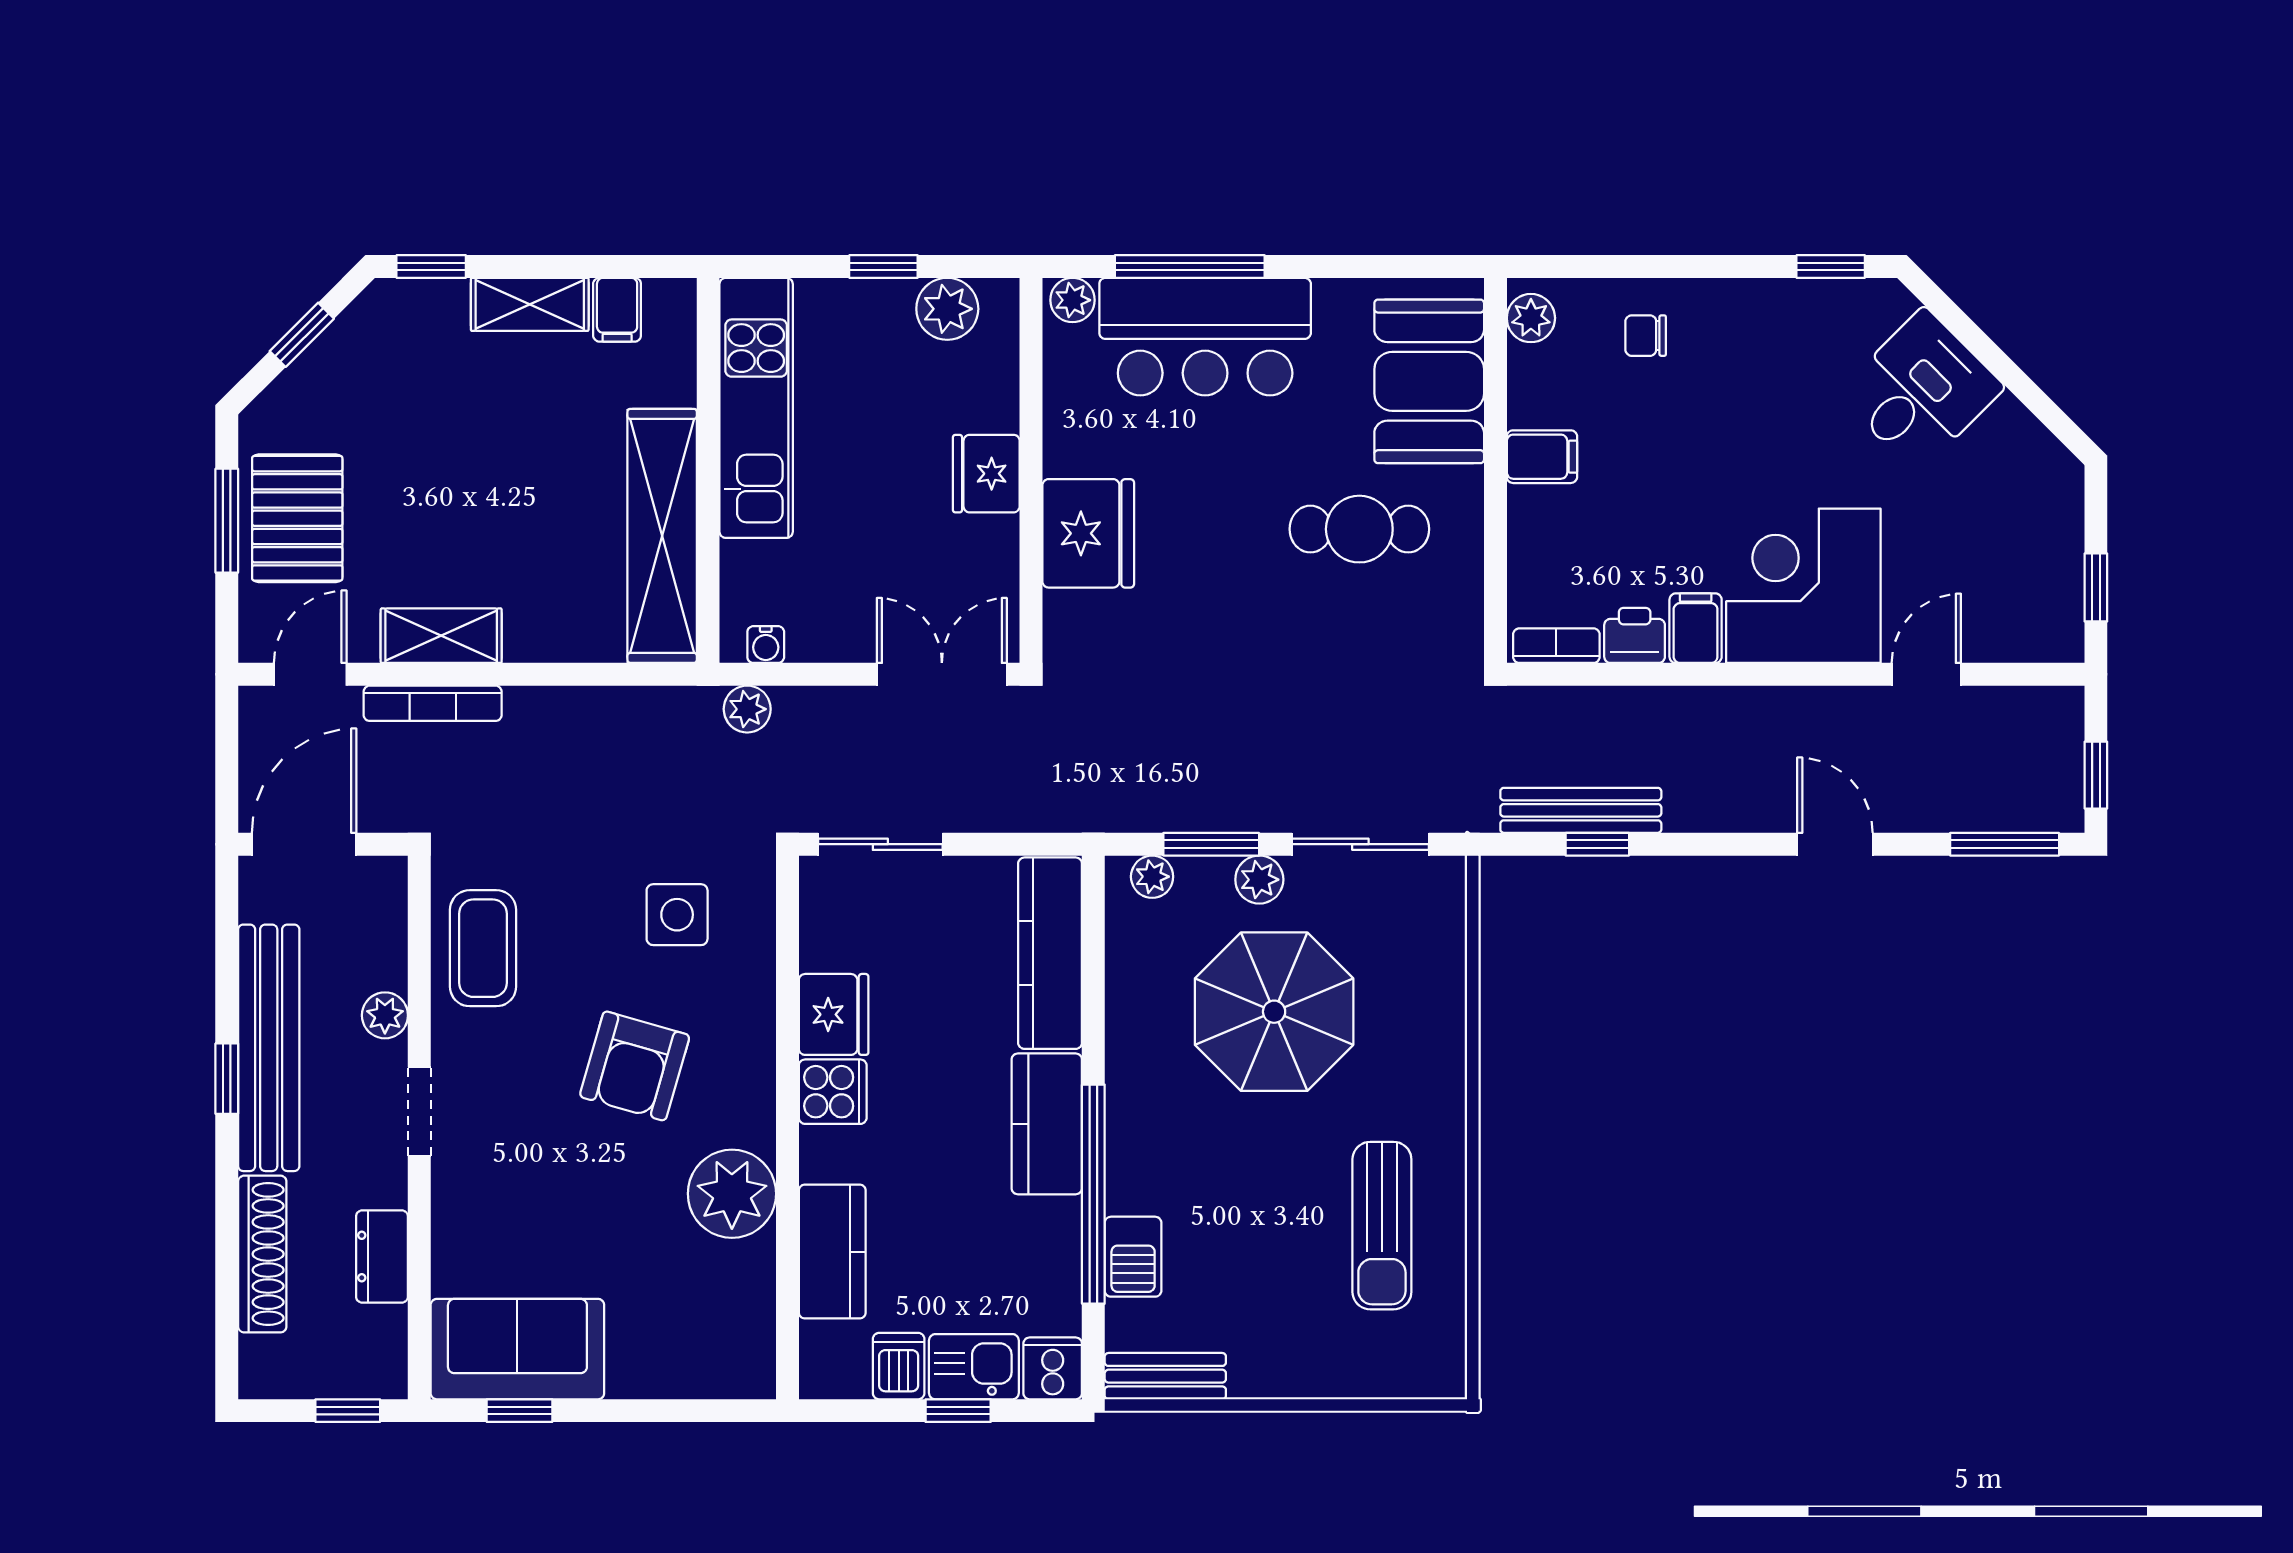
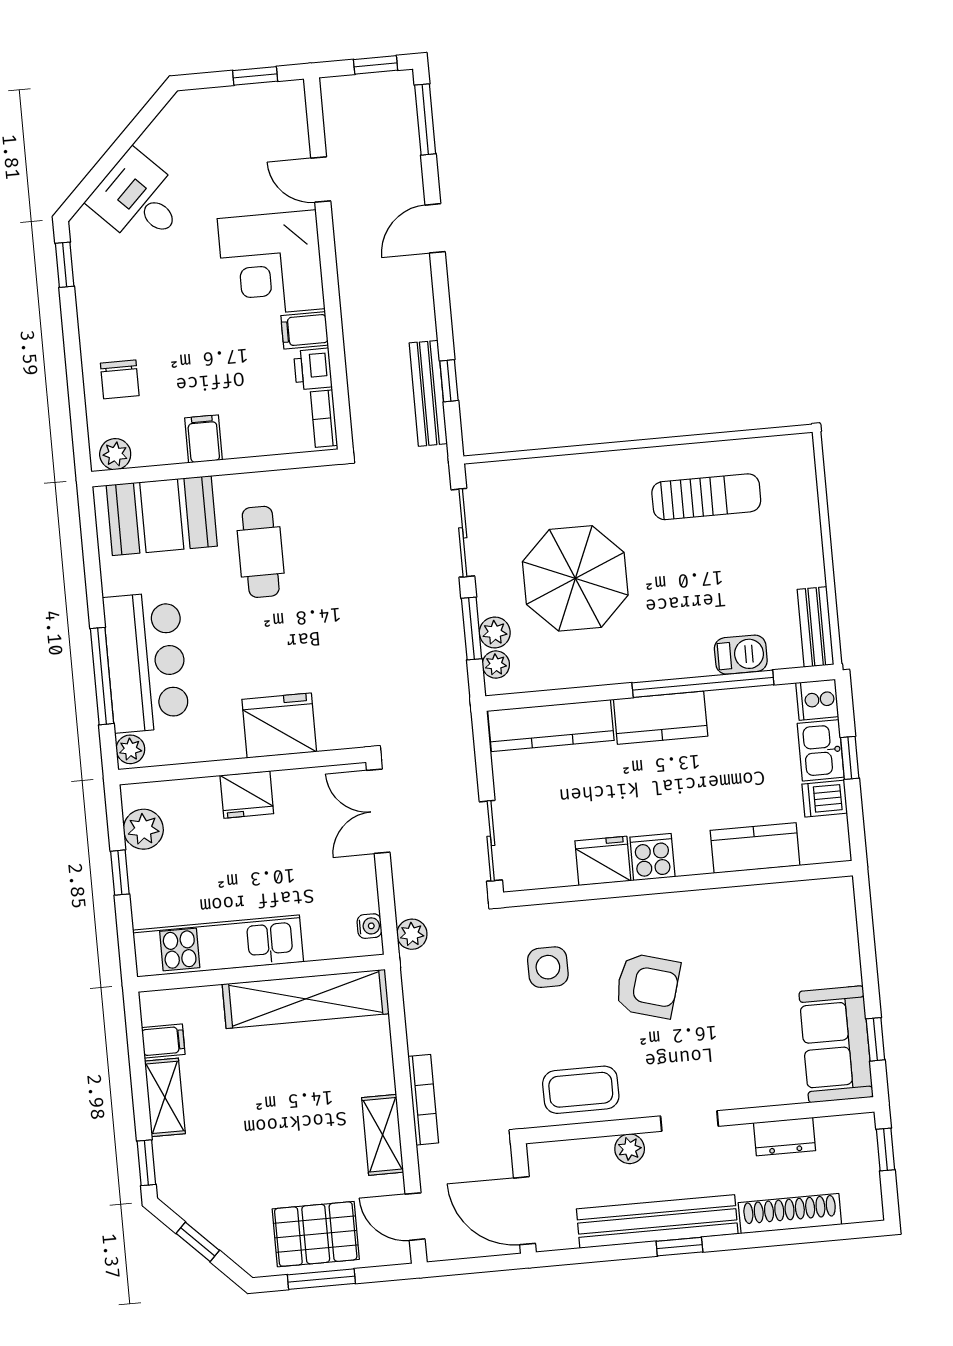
chair: (1646, 336) -> (120, 379), width x1.37, depth x1.37
bookcase: (433, 703) -> (423, 1100), moved
plant: (1259, 880) -> (495, 633), moved
plant: (732, 1194) -> (724, 916), removed

